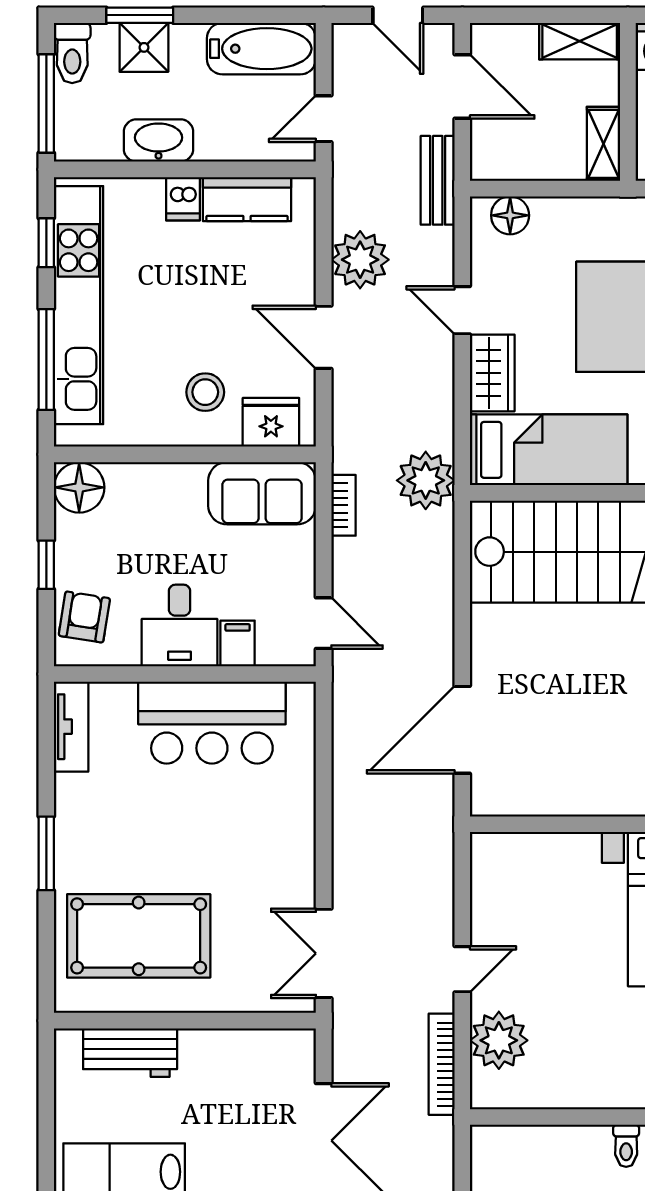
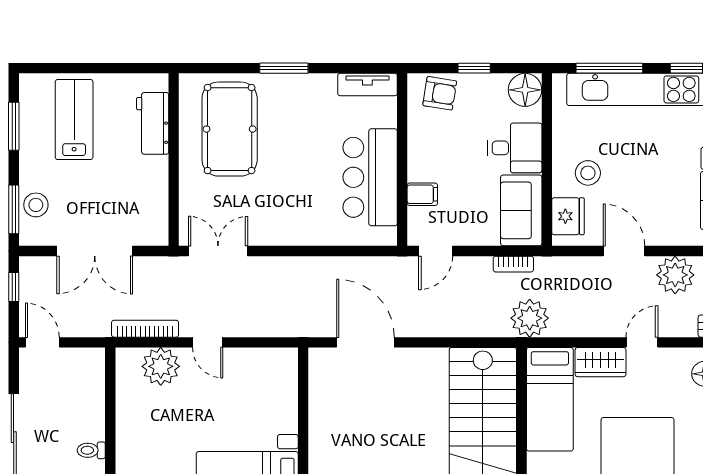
door: (324, 337) -> (624, 251), hinge flipped
desk: (180, 625) -> (515, 148), moved, turned 180

